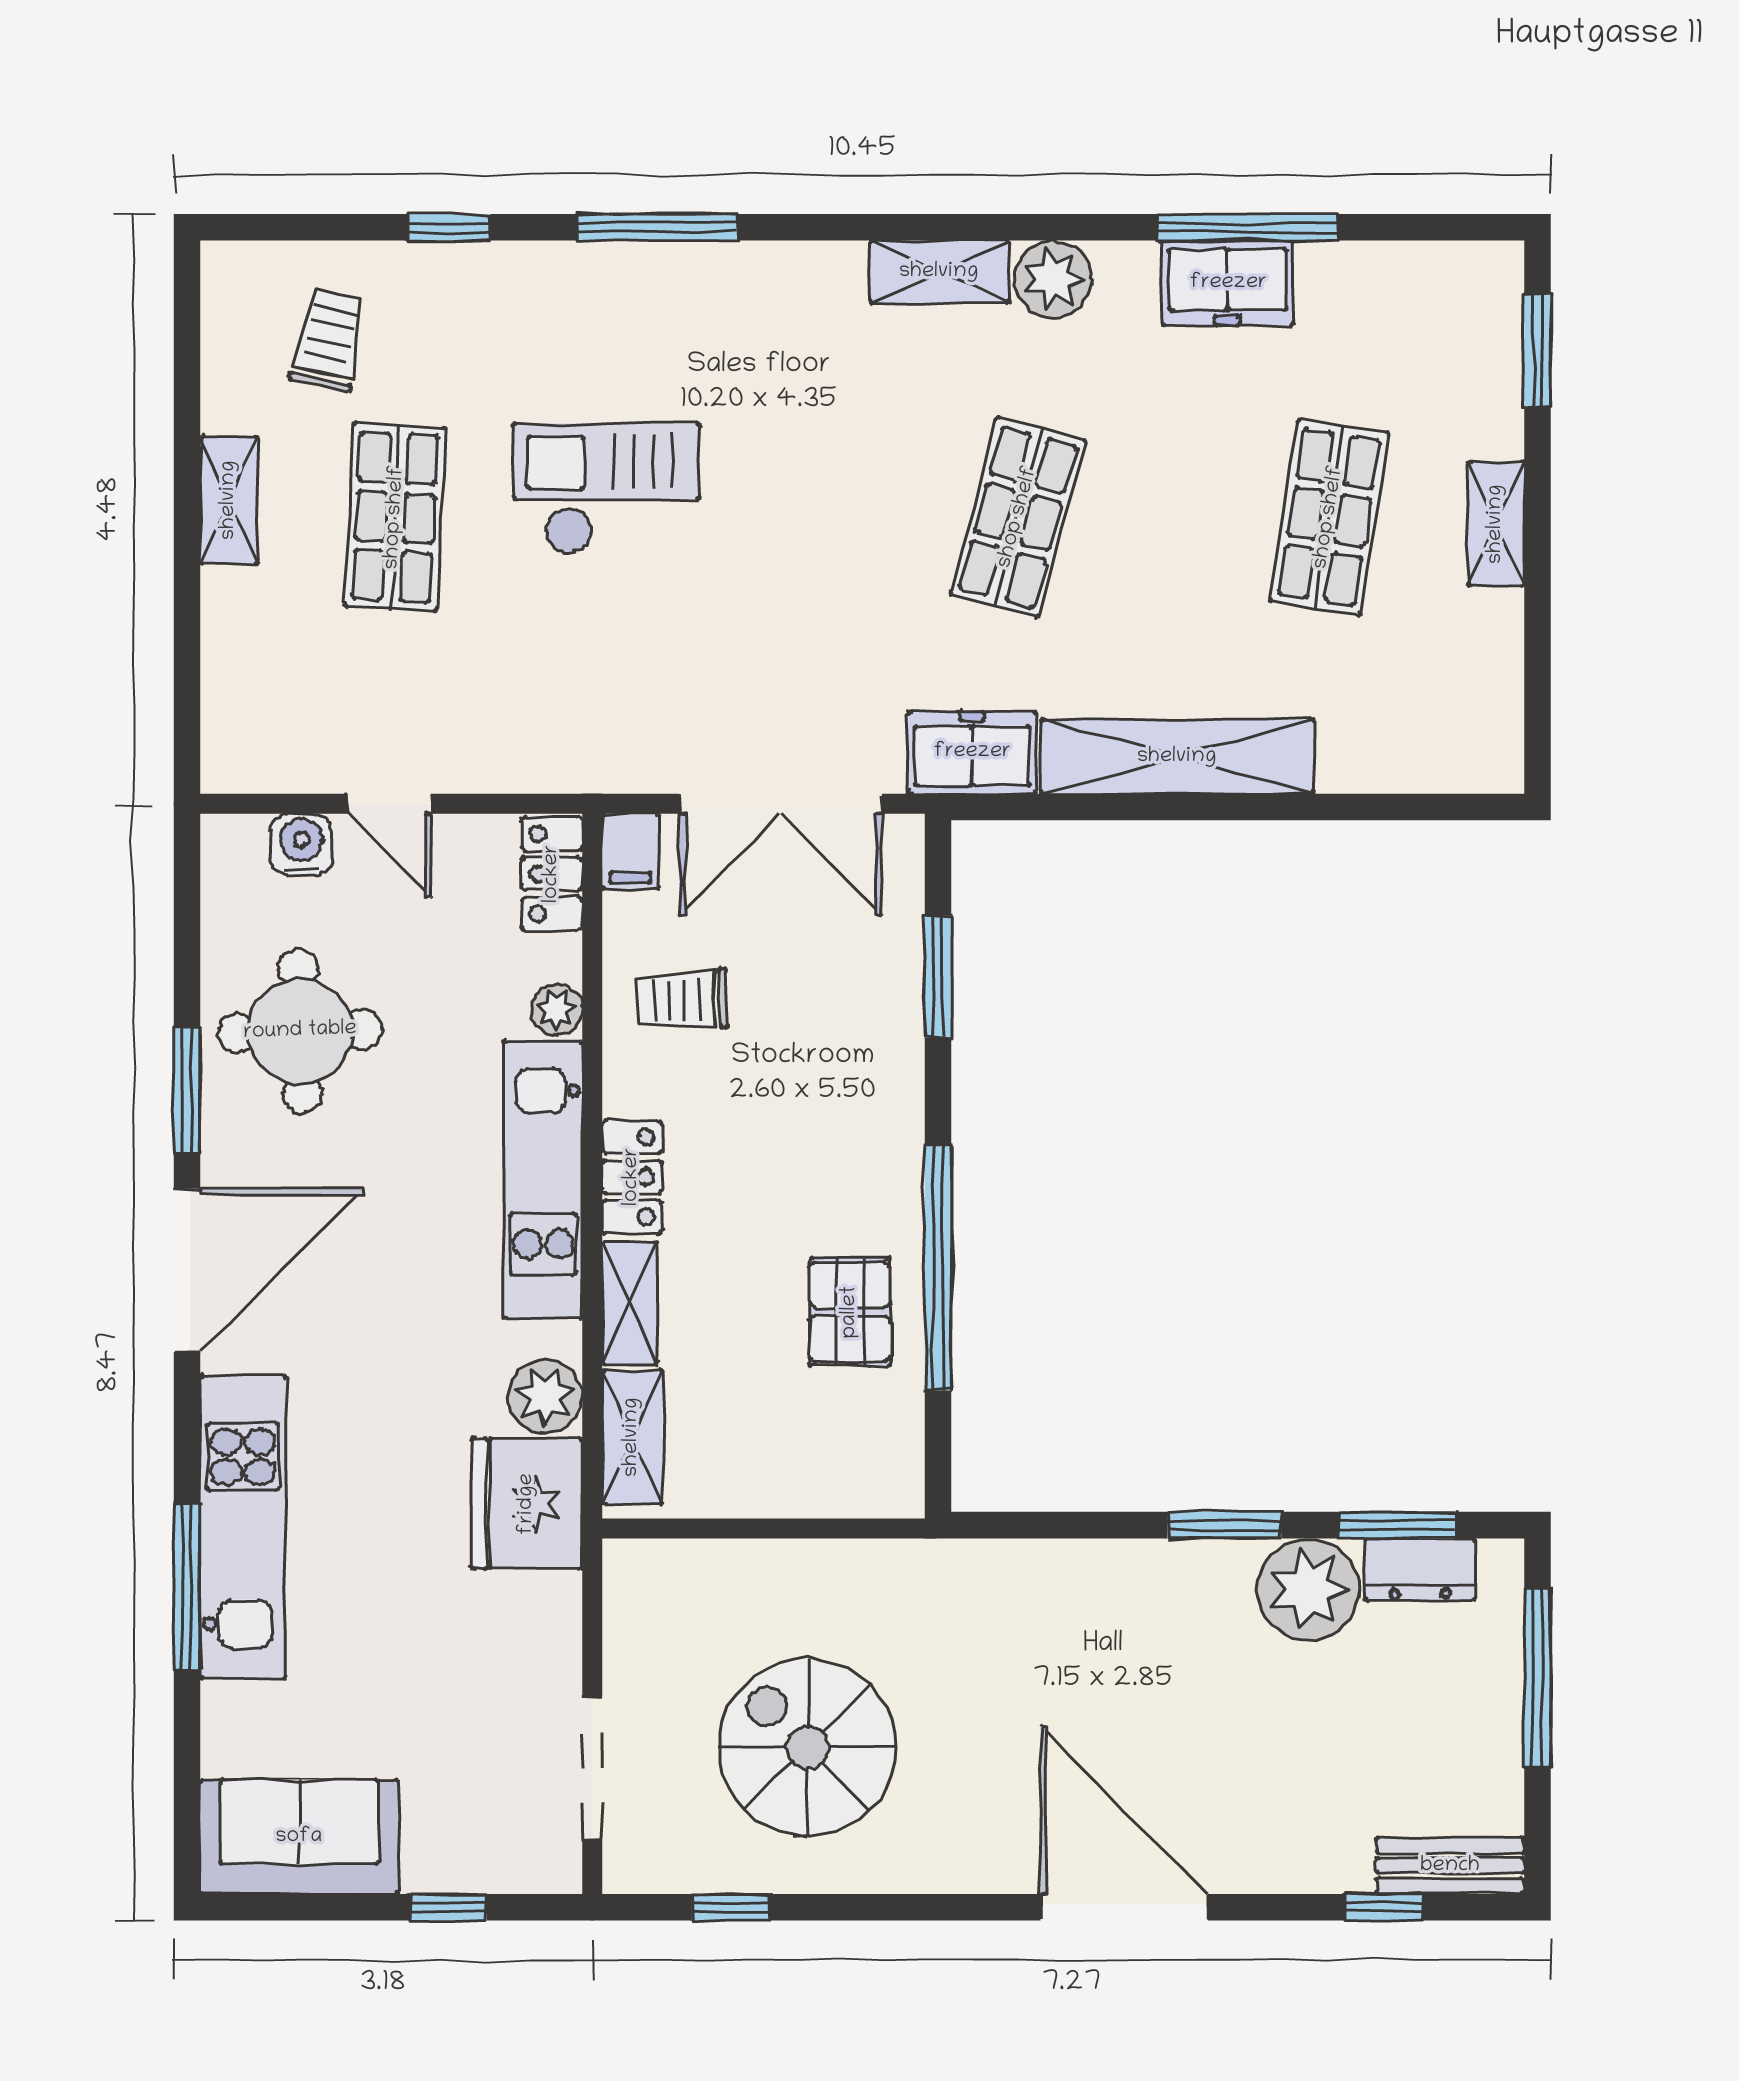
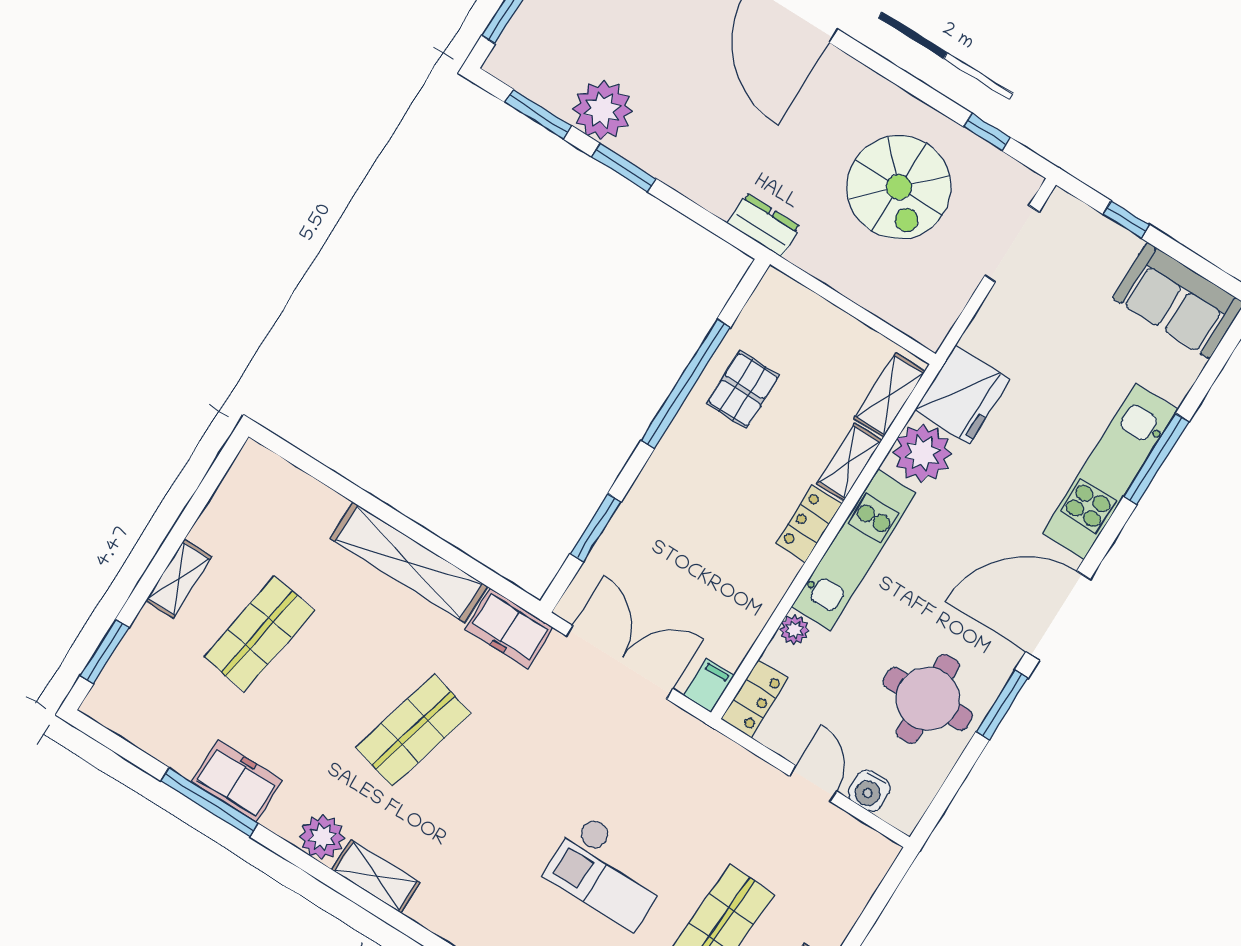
trolley: (683, 1000) -> (729, 596), removed
plant: (545, 1396) -> (922, 453), width x1.36, depth x1.36
dresser: (1420, 1569) -> (764, 225), moved

